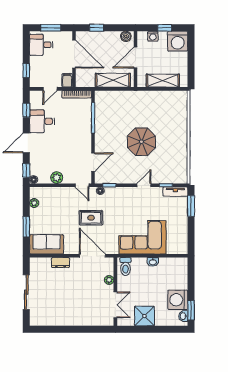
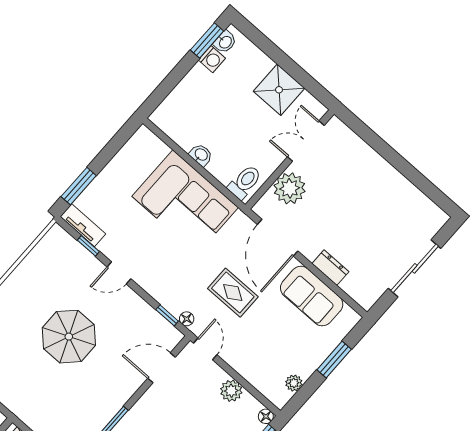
sofa: (47, 244) -> (312, 296), moved
plant: (109, 280) -> (290, 188), width x1.88, depth x1.88
washing machine: (178, 300) -> (212, 59), width x0.53, depth x0.53

